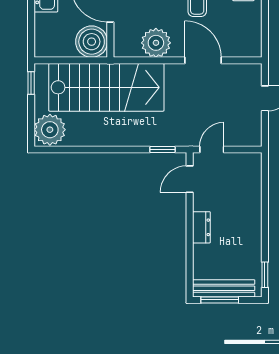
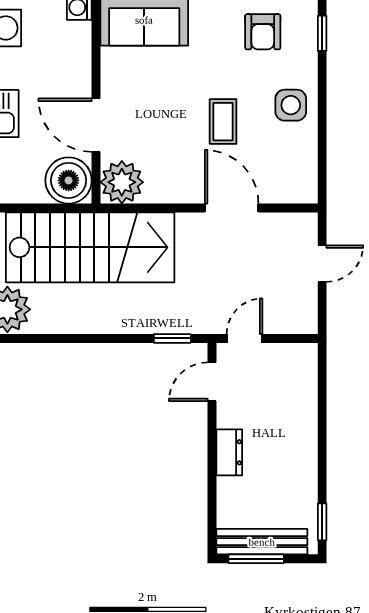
plant: (156, 43) -> (122, 182), moved

